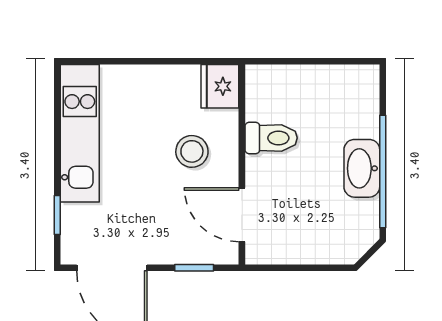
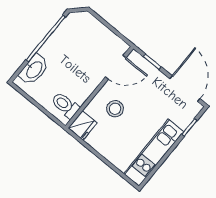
toilet: (271, 138) -> (65, 105), moved
washbasin: (362, 168) -> (34, 70), moved
door: (242, 215) -> (116, 67), hinge flipped

